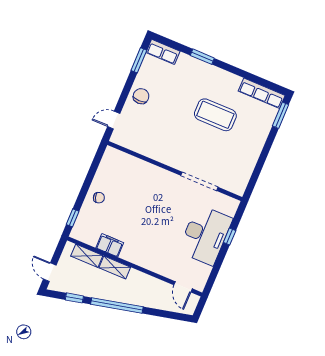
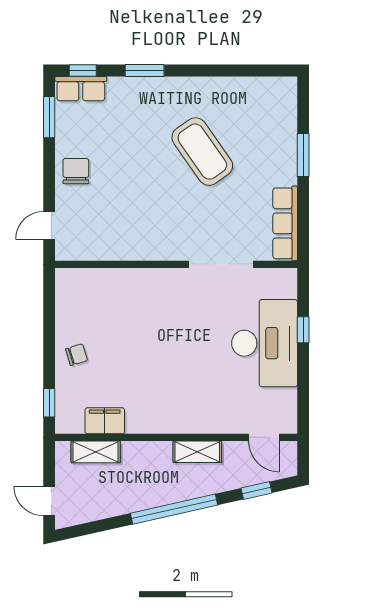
window: (168, 42) -> (83, 70), added
row of seats: (262, 93) -> (285, 223), moved, turned 90
coffee table: (215, 115) -> (202, 152), turned 55
window: (281, 115) -> (303, 155), moved
filing cabinet: (110, 245) -> (105, 421), moved
shelving: (115, 267) -> (197, 452), moved
window: (74, 298) -> (257, 490), moved

